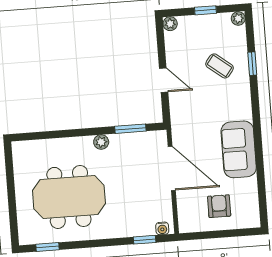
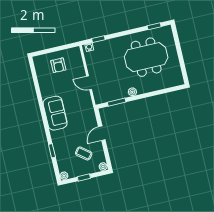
coffee table: (220, 66) -> (84, 153), moved
door: (164, 80) -> (102, 133), hinge flipped
sofa: (239, 149) -> (55, 113), moved
door: (172, 168) -> (89, 83), width x0.53

